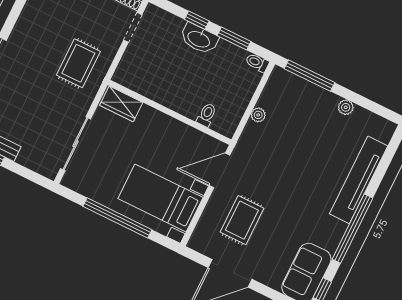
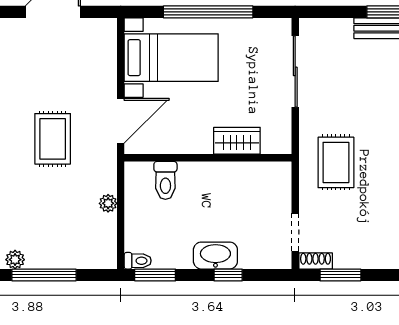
window: (234, 38) -> (155, 275), moved
window: (310, 76) -> (44, 275), moved
wardrobe: (121, 104) -> (237, 141), moved
toilet: (207, 115) -> (165, 180), width x1.37, depth x1.39
rug: (242, 220) -> (53, 139), moved

